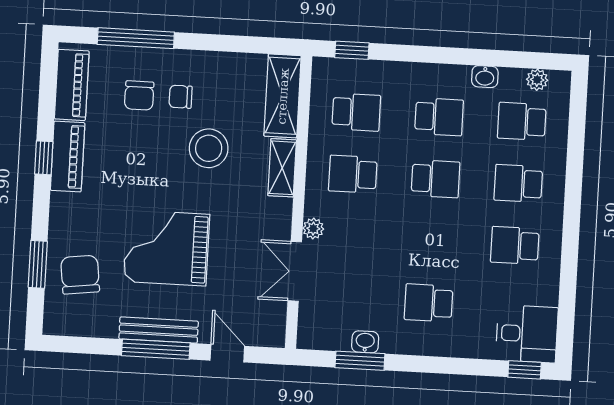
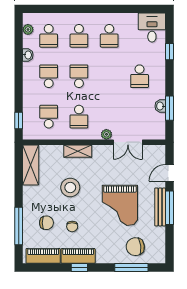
shelving: (283, 96) -> (31, 165), moved, turned 90
chair: (181, 97) -> (72, 226), moved
window: (38, 264) -> (131, 268), width x1.44
window: (525, 370) -> (170, 52), moved

